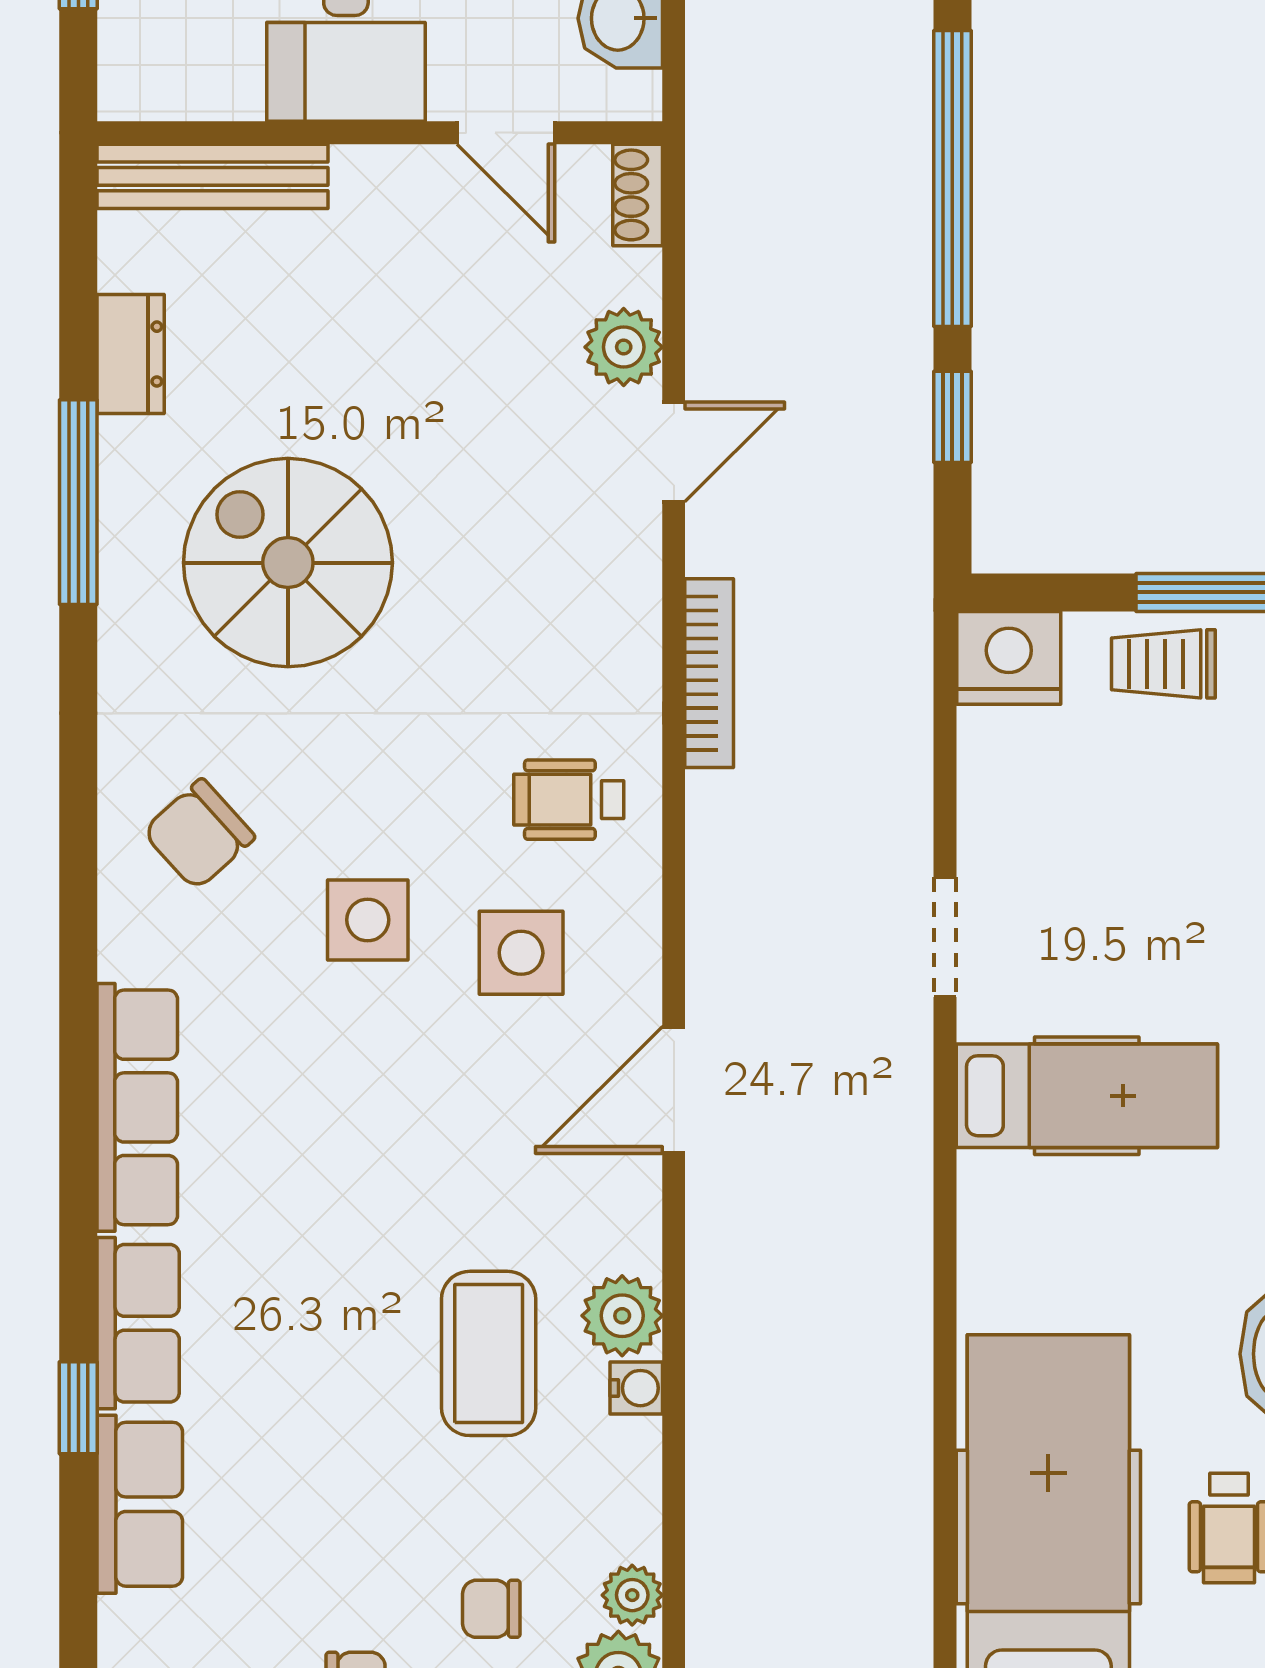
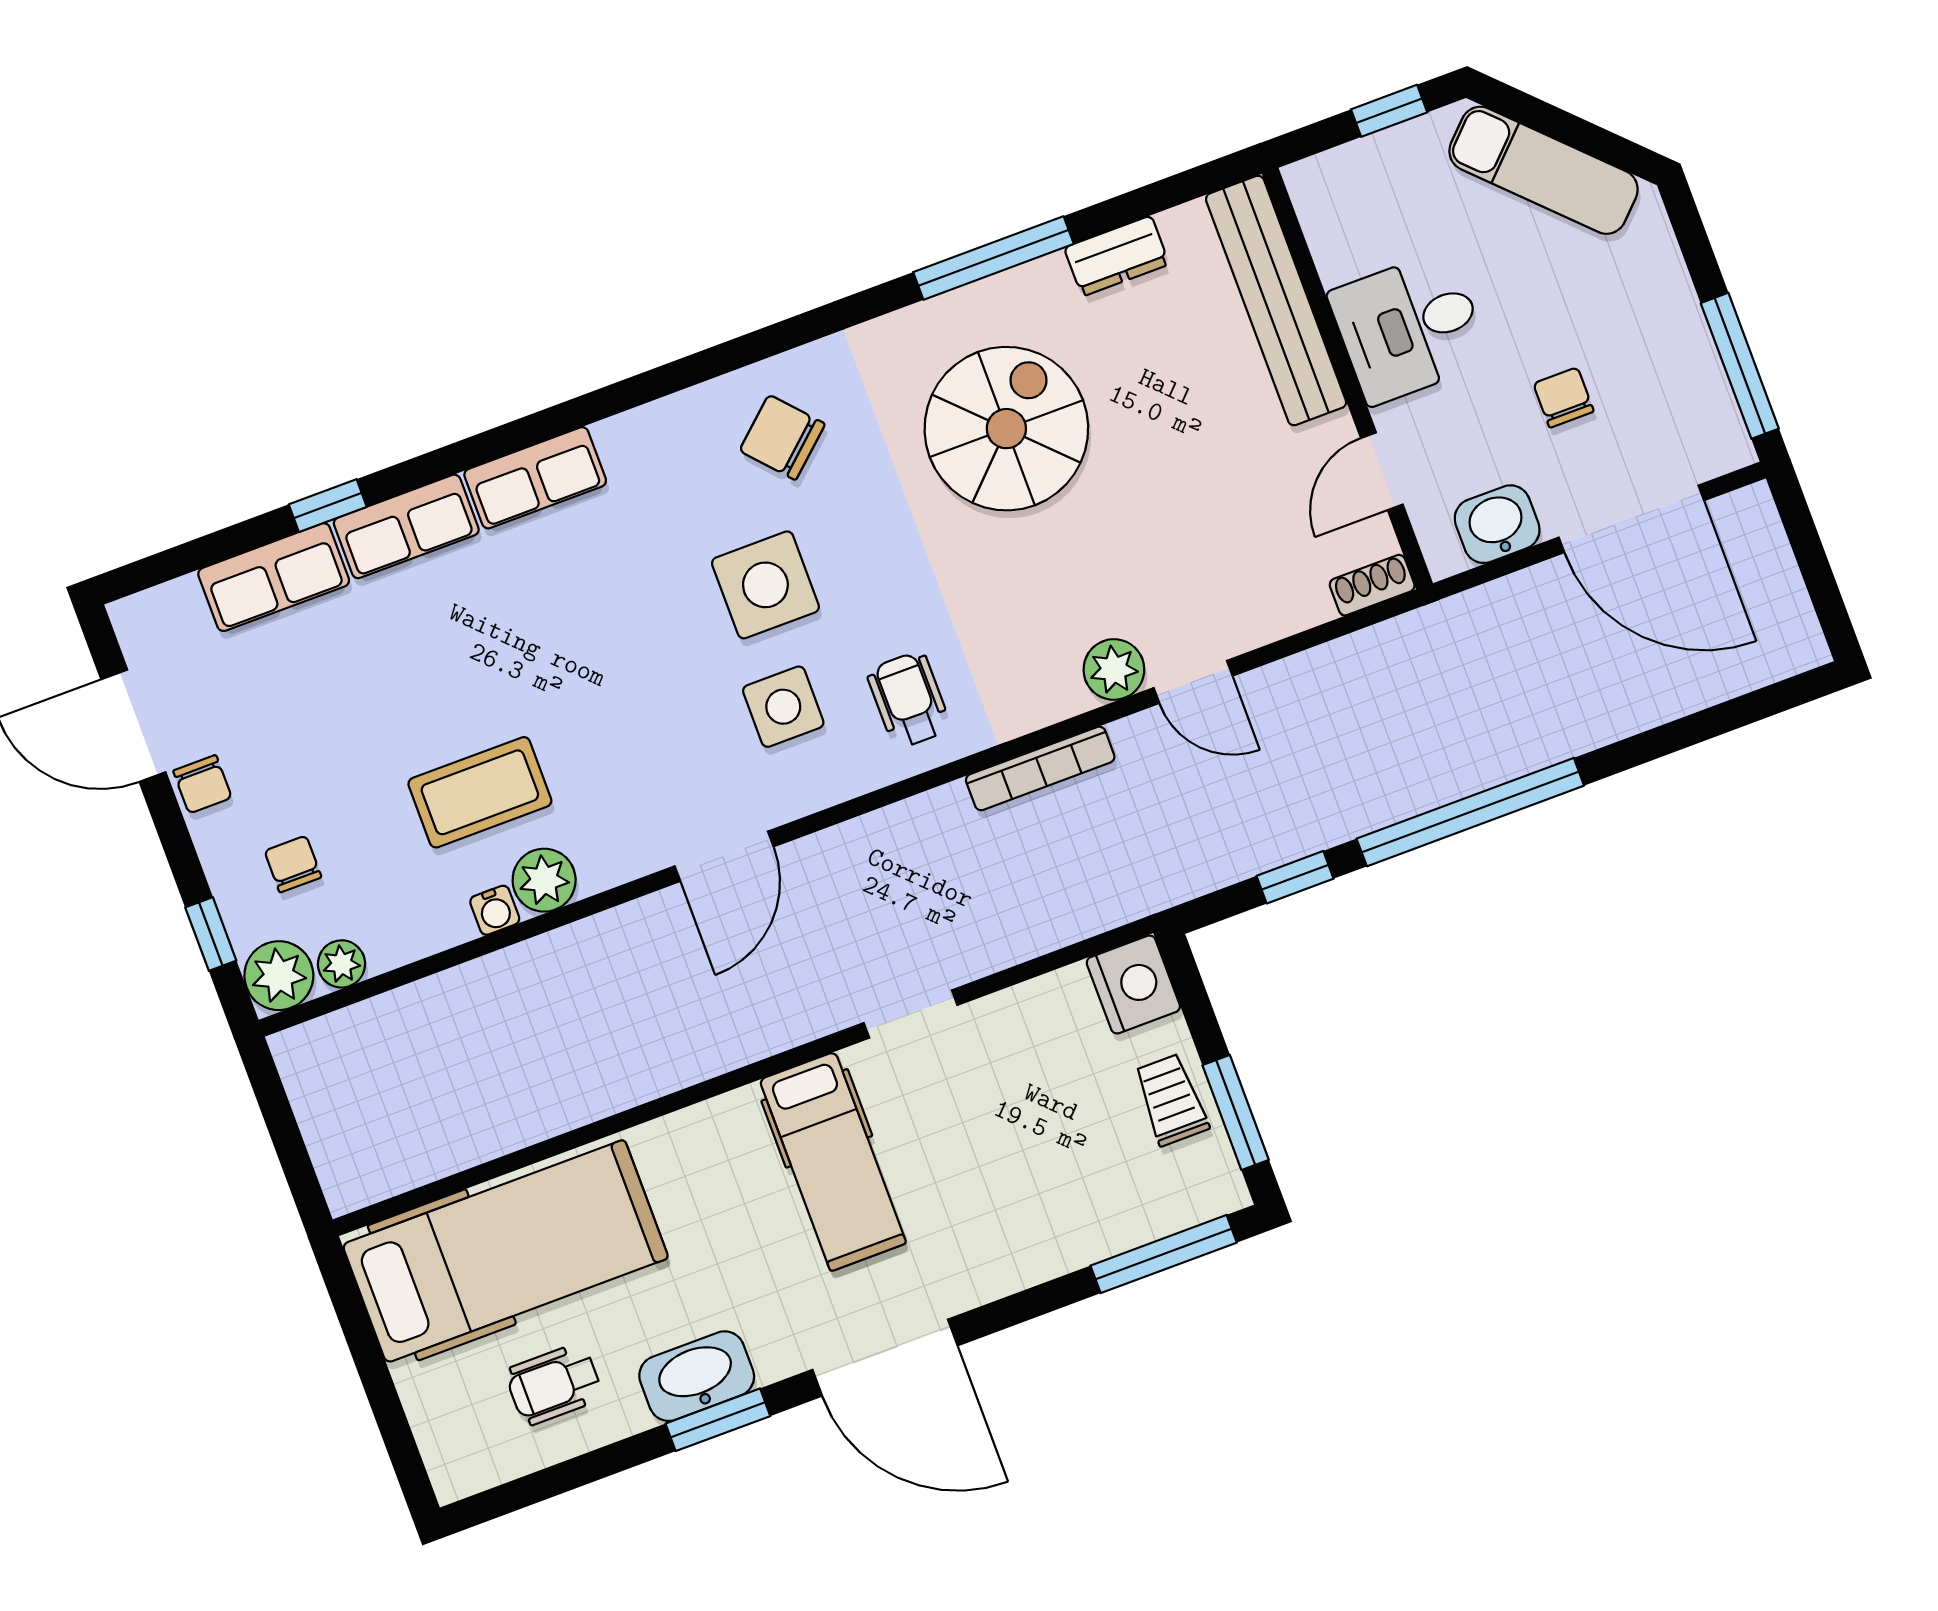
bench: (212, 176) -> (1276, 301), width x1.37, depth x1.21
plant: (624, 347) -> (1114, 669), moved
side table: (368, 920) -> (765, 585), width x1.37, depth x1.37
door: (674, 1090) -> (724, 856), swing flipped
row of seats: (137, 1107) -> (535, 478), width x0.68

